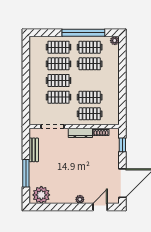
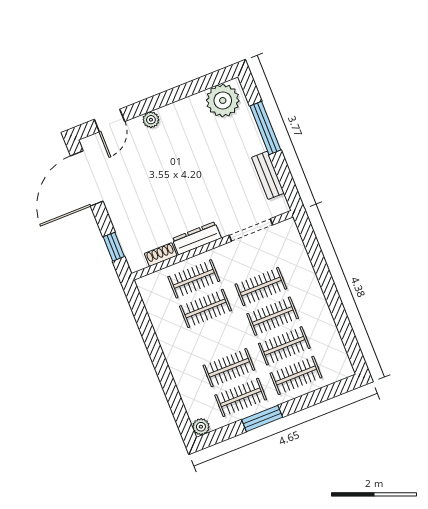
window: (83, 33) -> (262, 418), width x0.47

